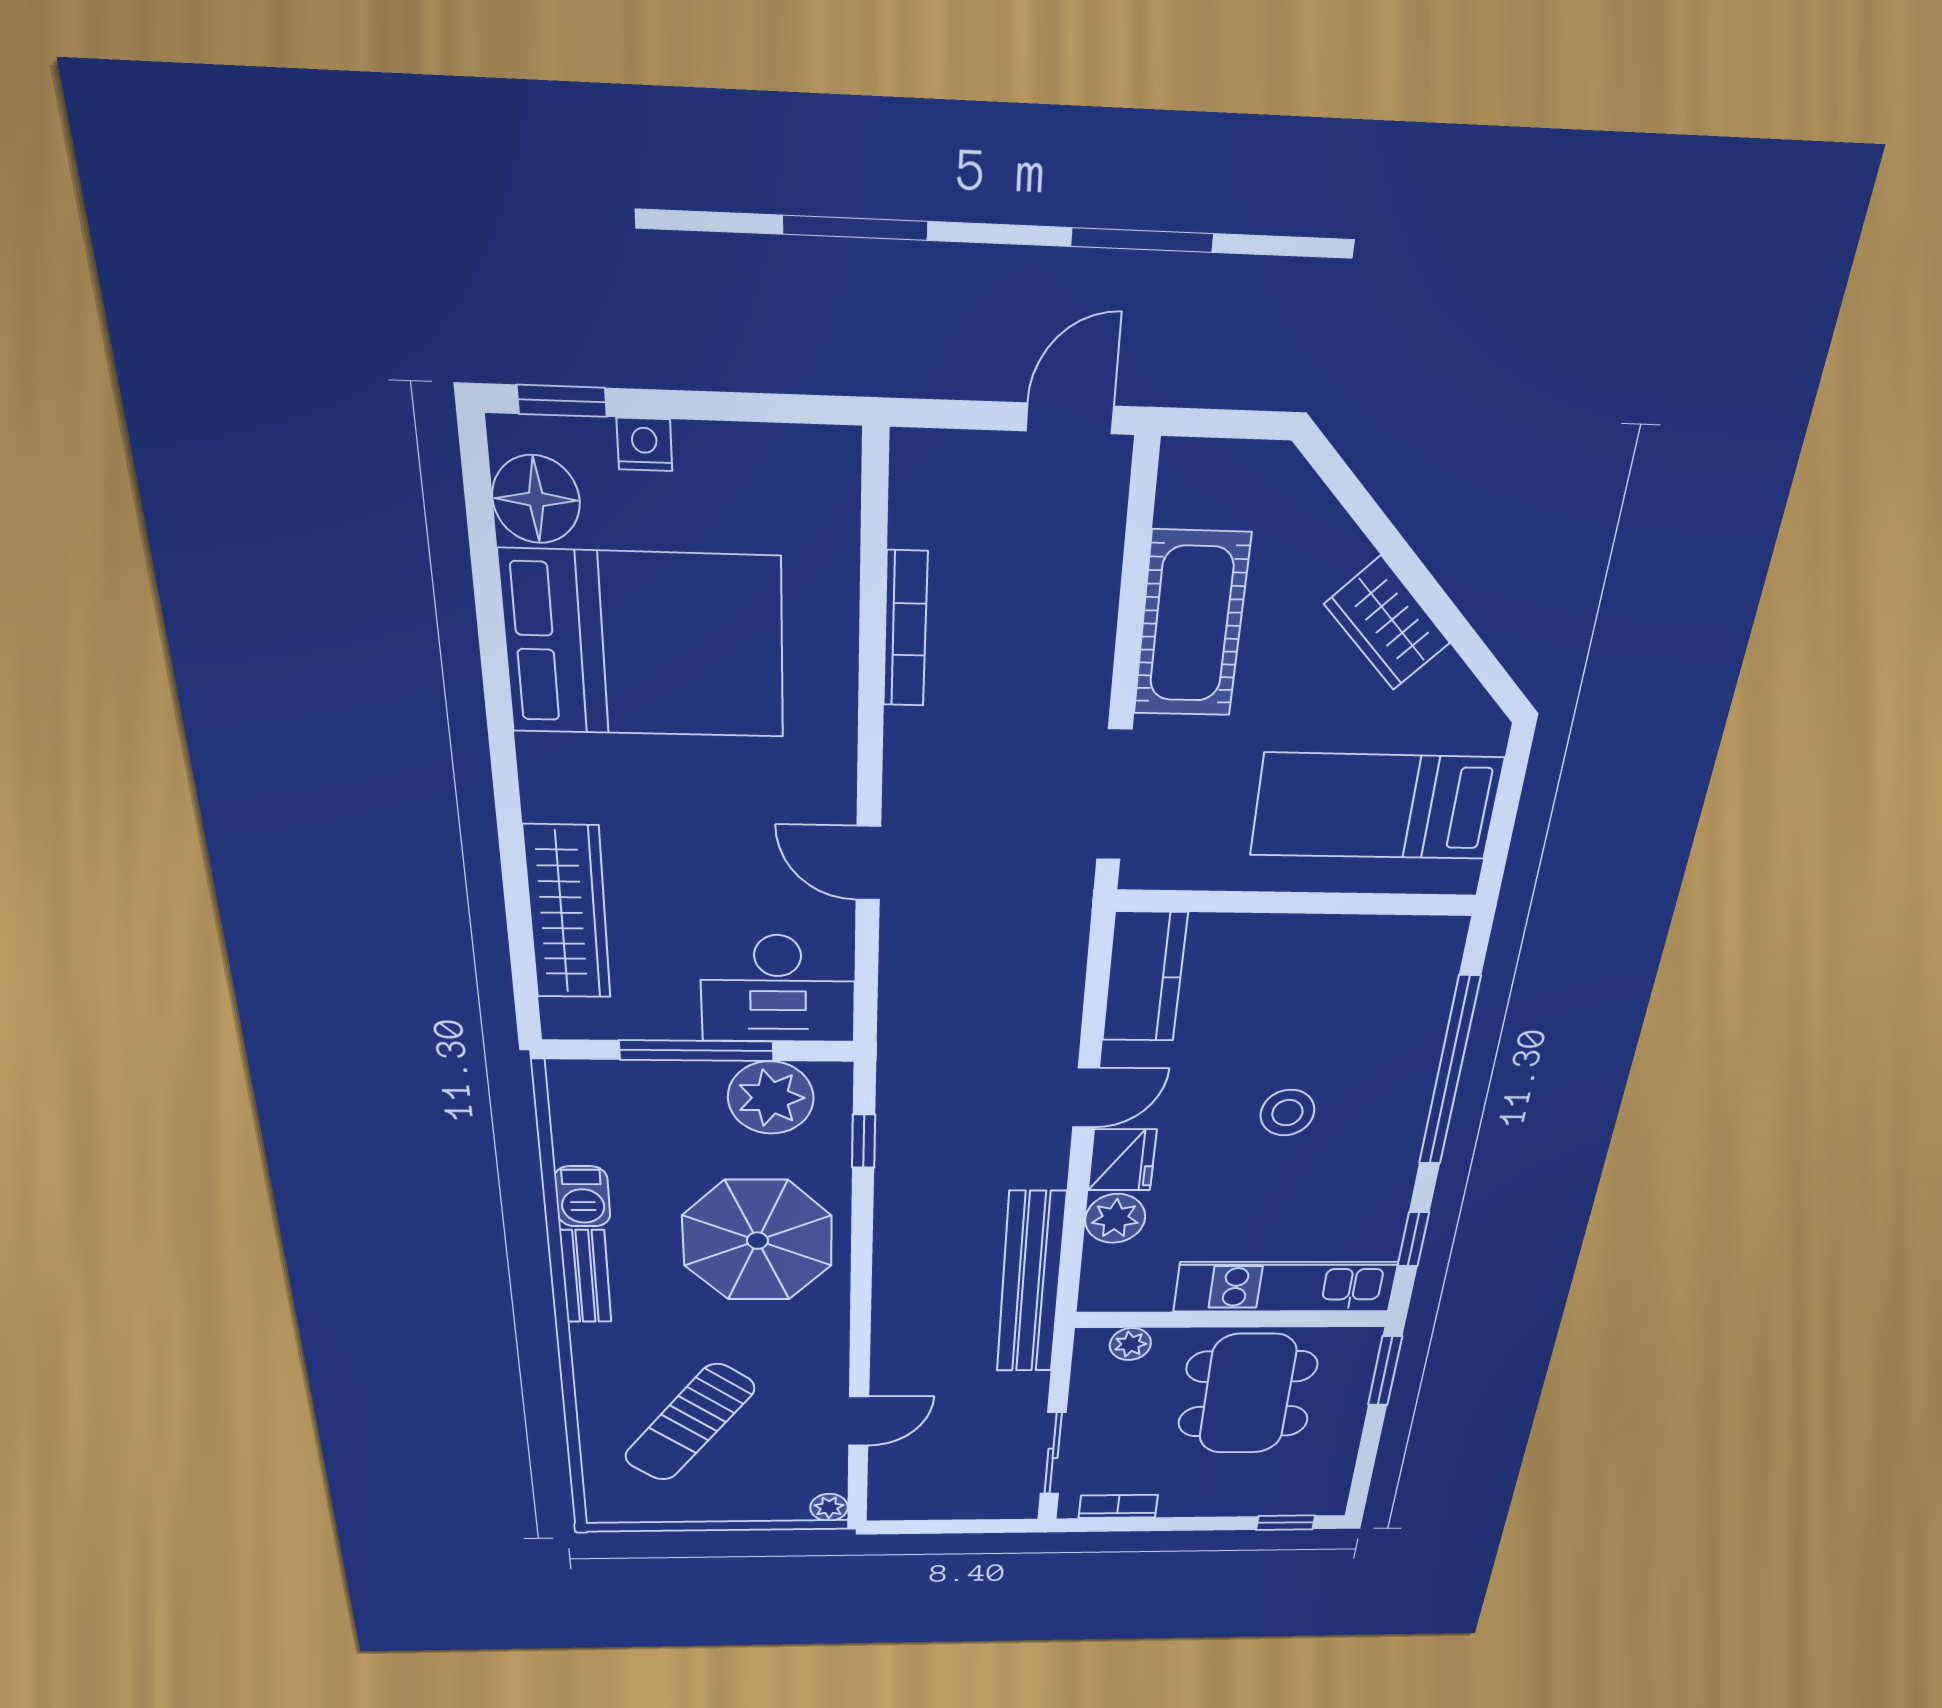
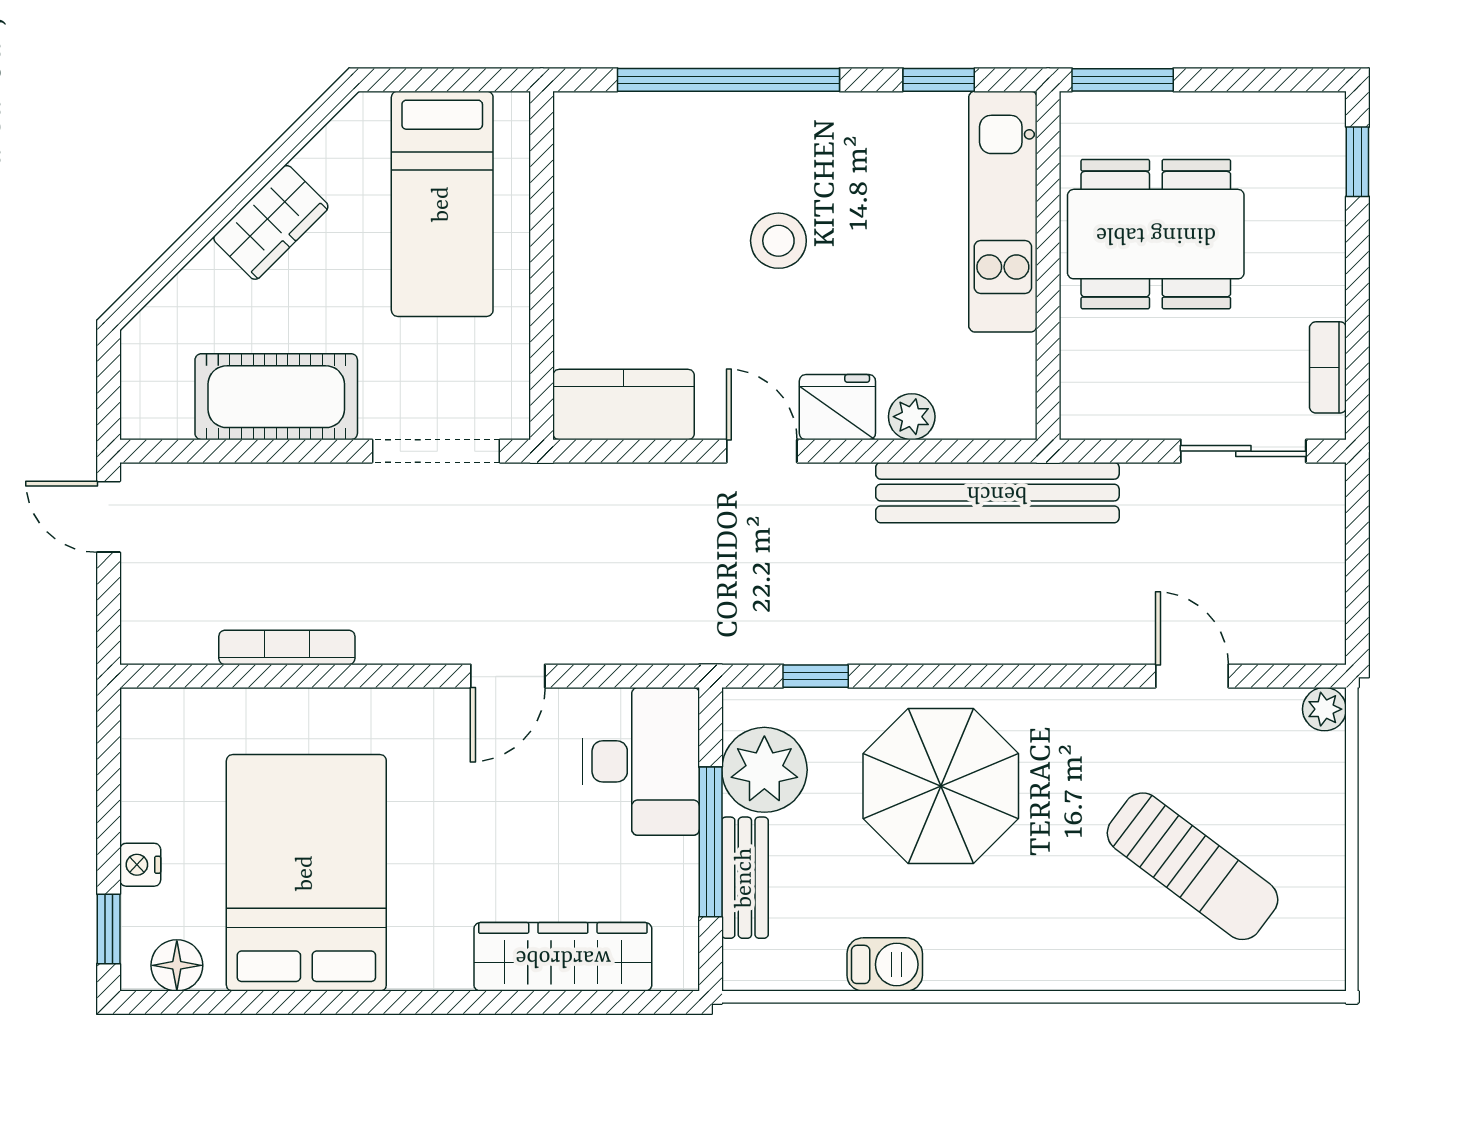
floor lamp: (536, 499) -> (177, 965), width x0.73, depth x0.73
plant: (1115, 1218) -> (912, 417), width x0.73, depth x0.73
bench: (586, 1276) -> (745, 878), moved, turned 90
plant: (1130, 1344) -> (1082, 376), removed

